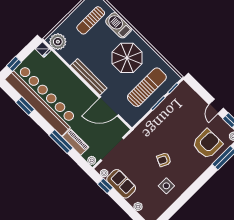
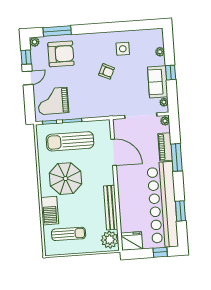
fridge: (43, 50) -> (132, 241), width x1.88, depth x1.34
bench: (89, 77) -> (111, 208), moved
grand piano: (184, 106) -> (53, 101), added
armchair: (207, 144) -> (61, 54), turned 180
window: (105, 186) -> (171, 73), moved

